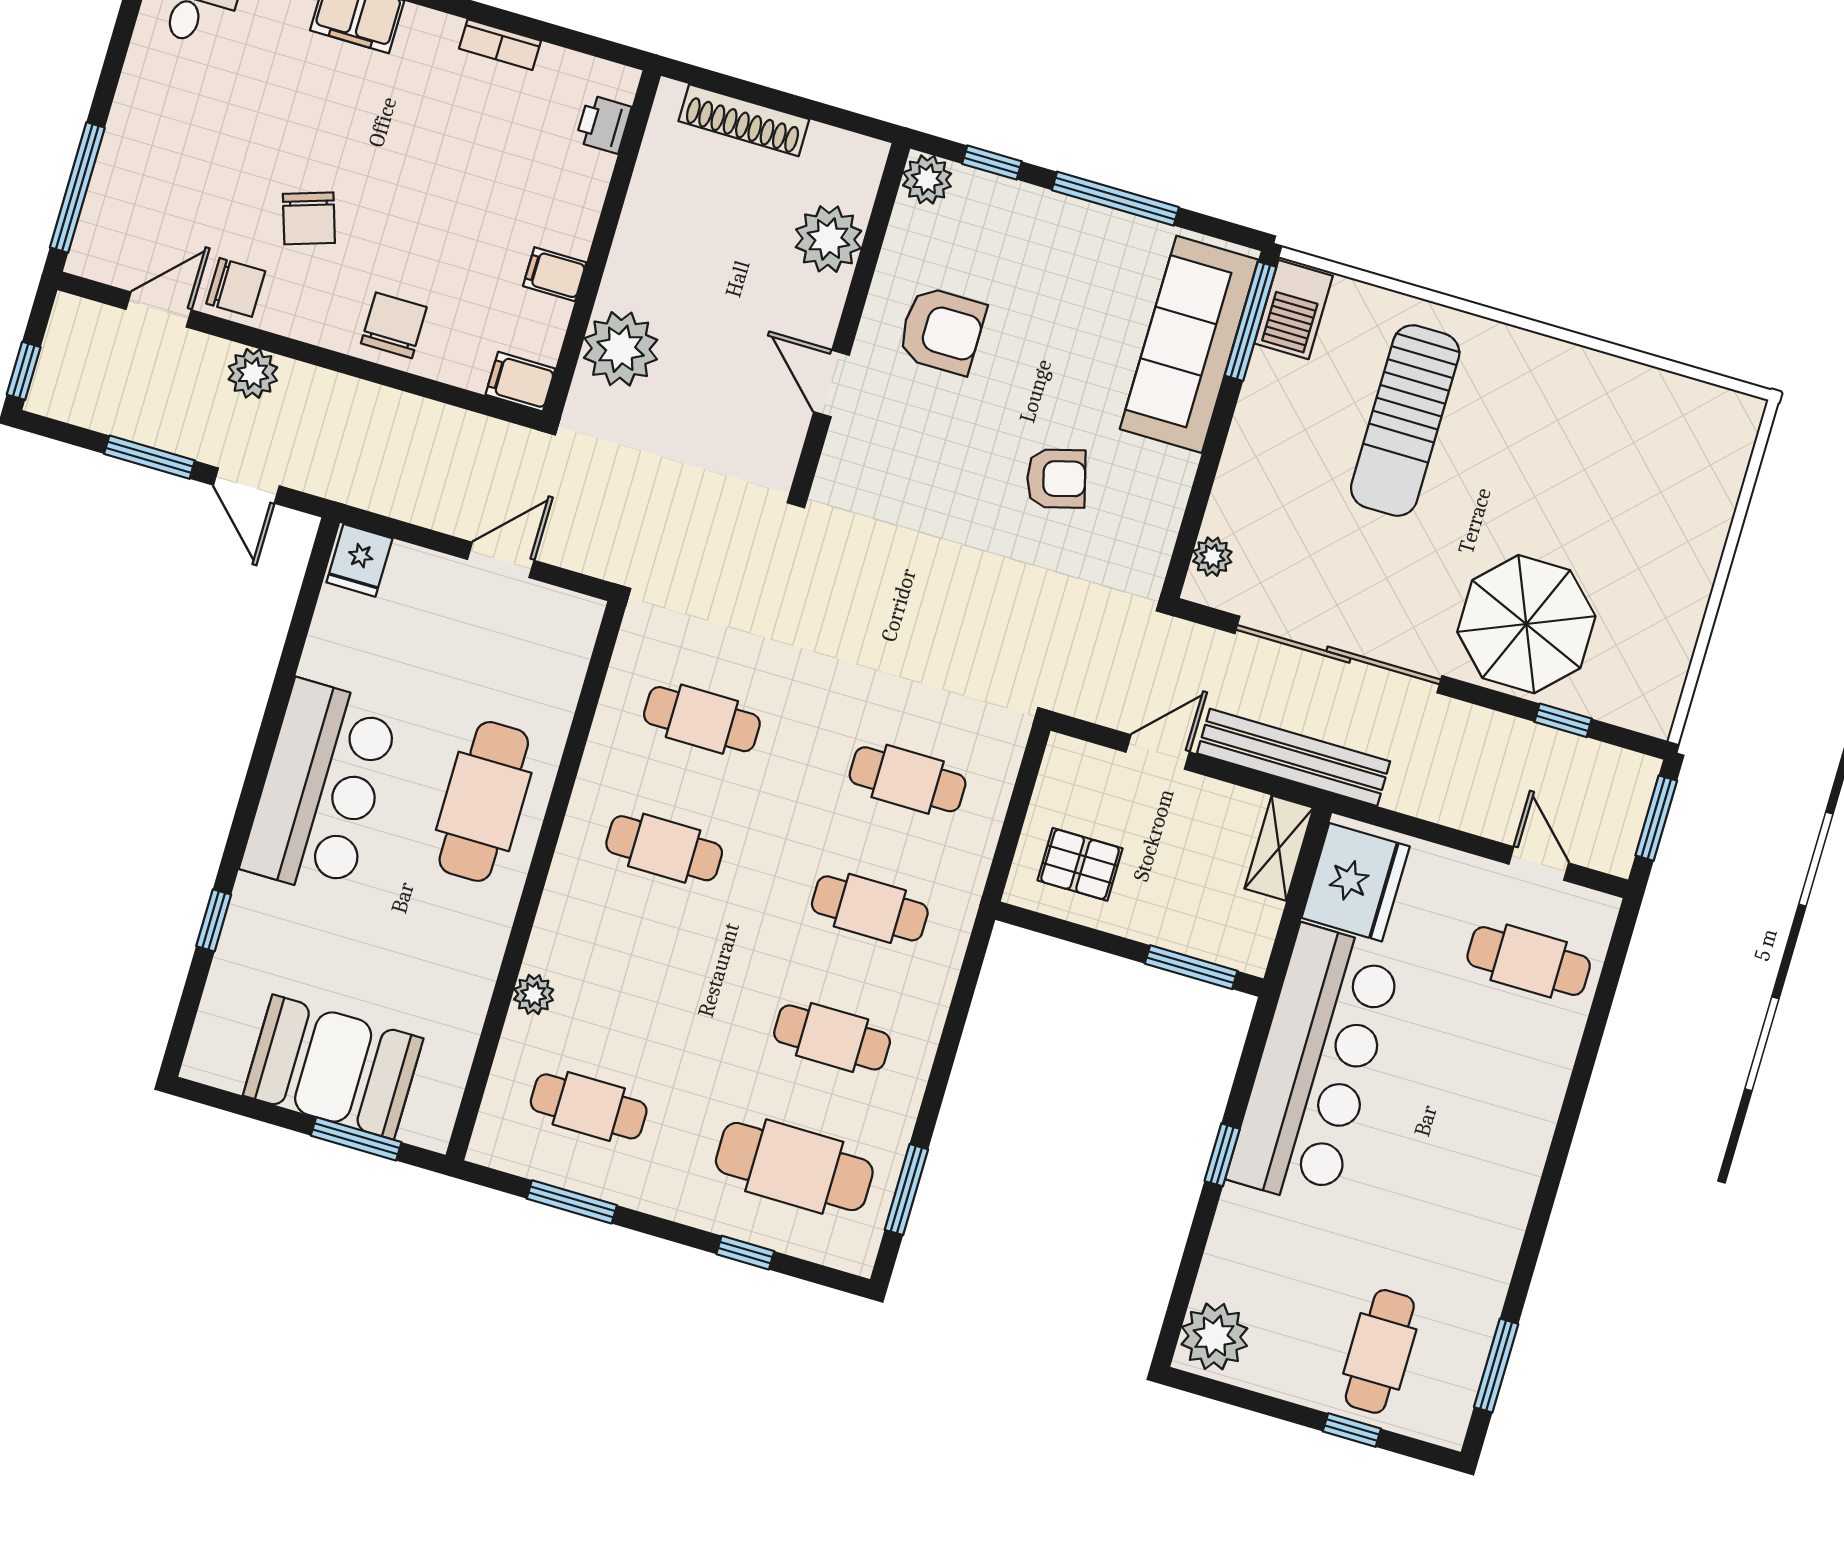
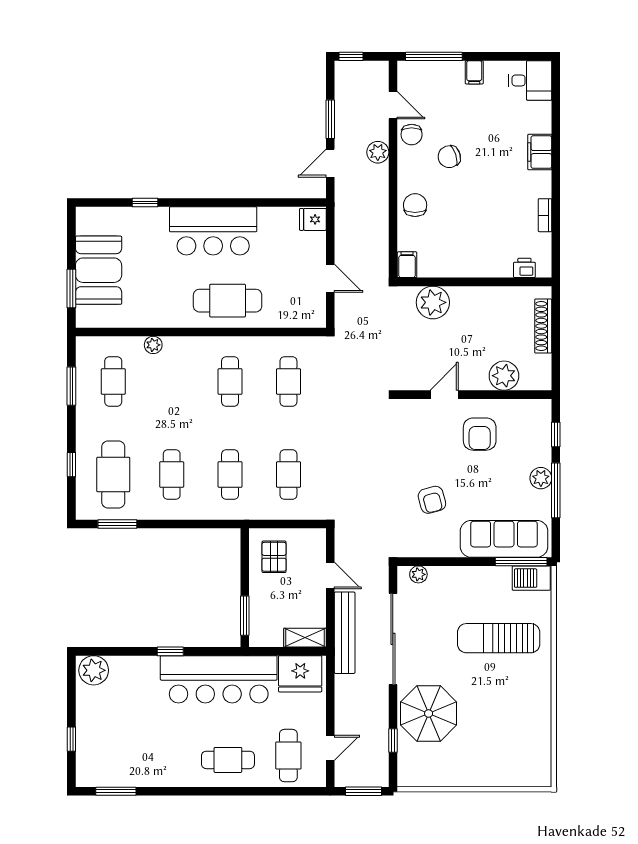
plant: (927, 179) -> (541, 478), moved
filing cabinet: (555, 274) -> (474, 72), moved, turned 180
chair: (394, 325) -> (415, 205), turned -90
cafe table: (1380, 1351) -> (228, 760), moved

